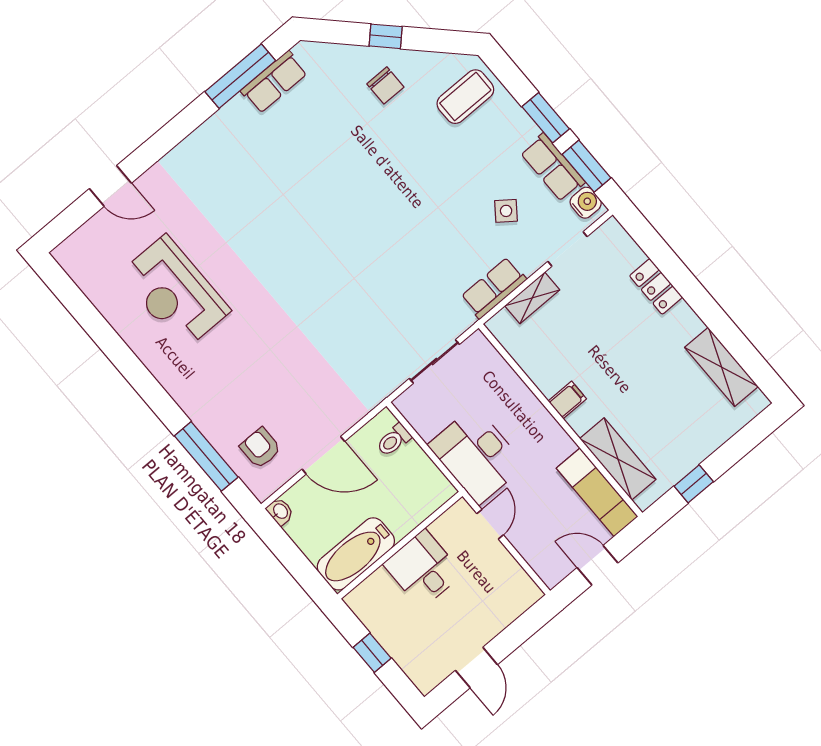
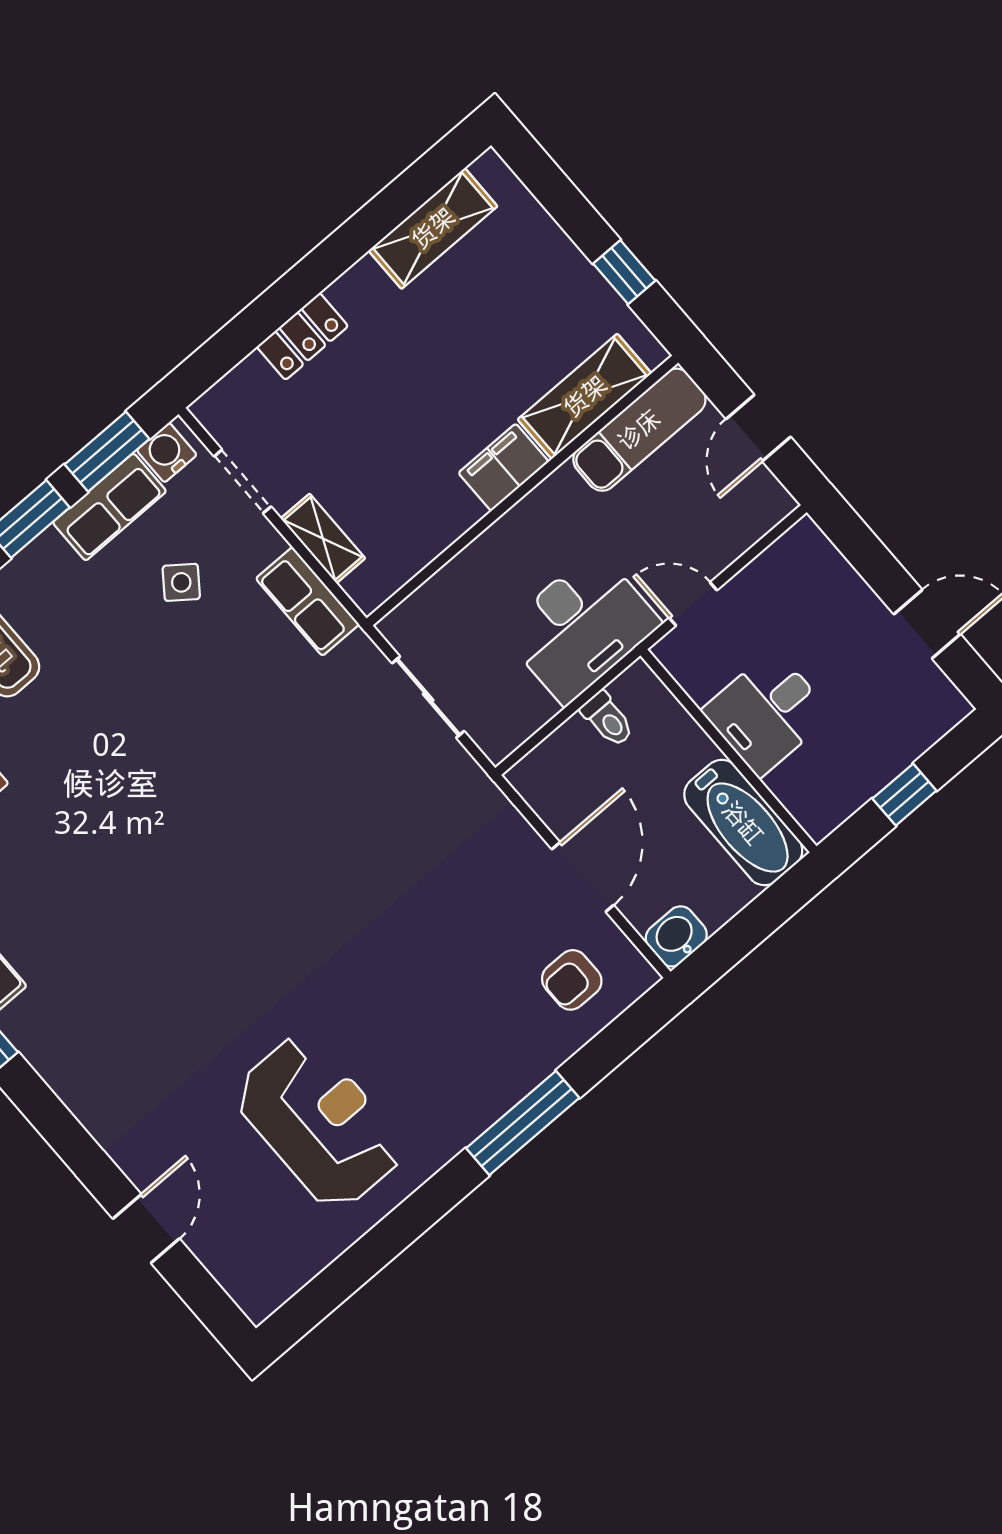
reception desk: (175, 292) -> (319, 1122), turned -90
filing cabinet: (567, 400) -> (504, 467), width x2.00
toilet: (394, 440) -> (607, 719), moved
window: (206, 456) -> (523, 1123), moved
washbasin: (280, 511) -> (676, 936), width x1.38, depth x1.45

